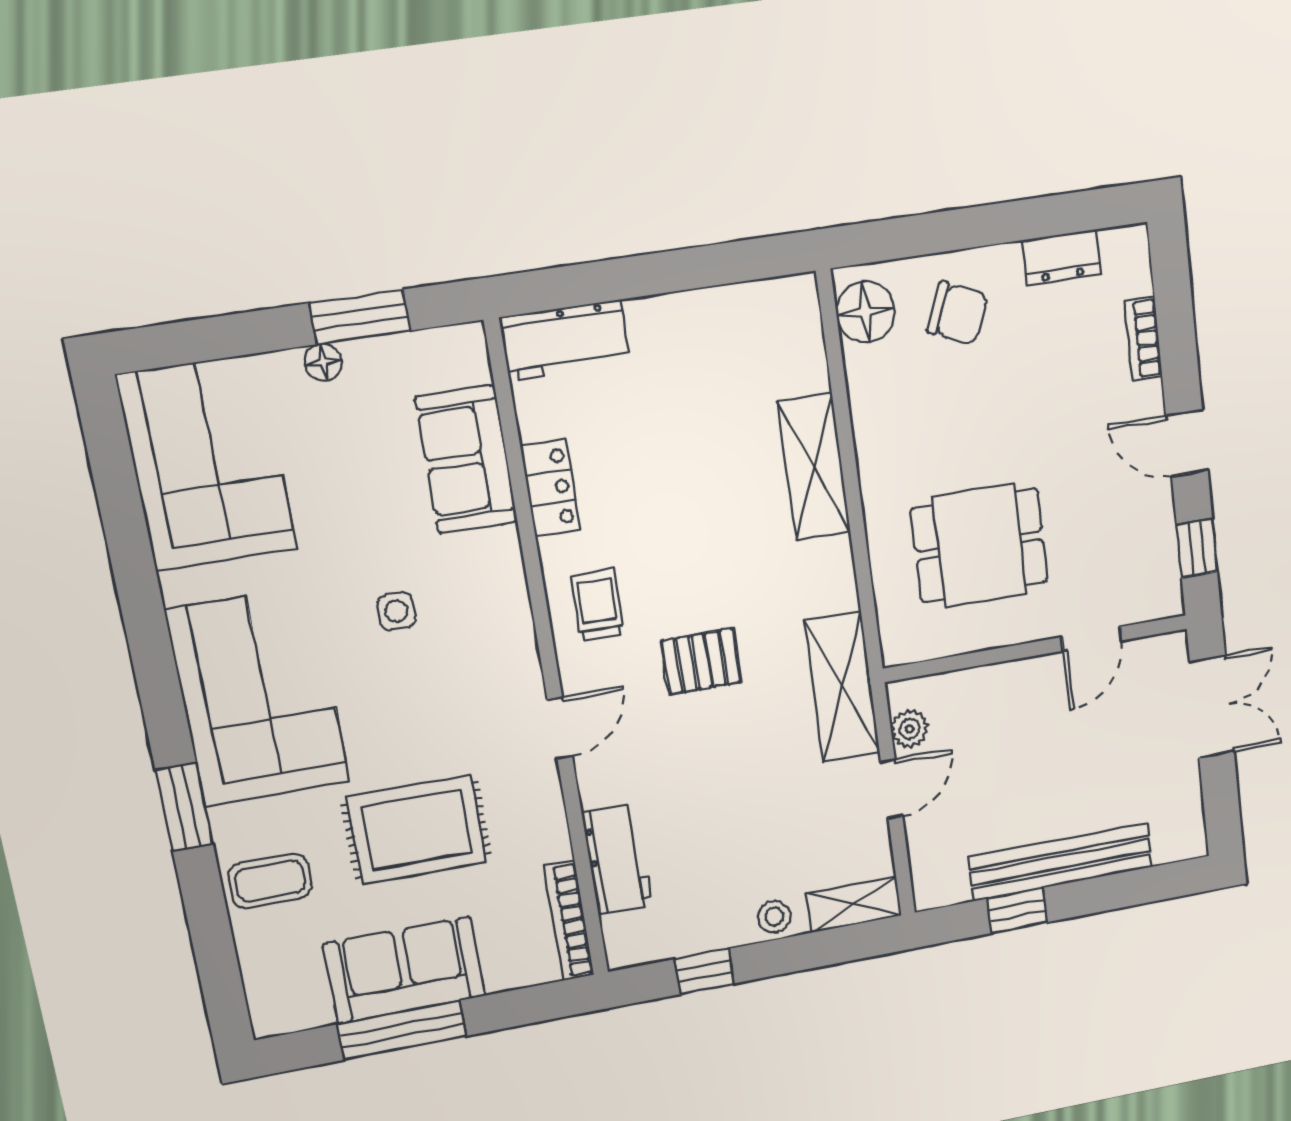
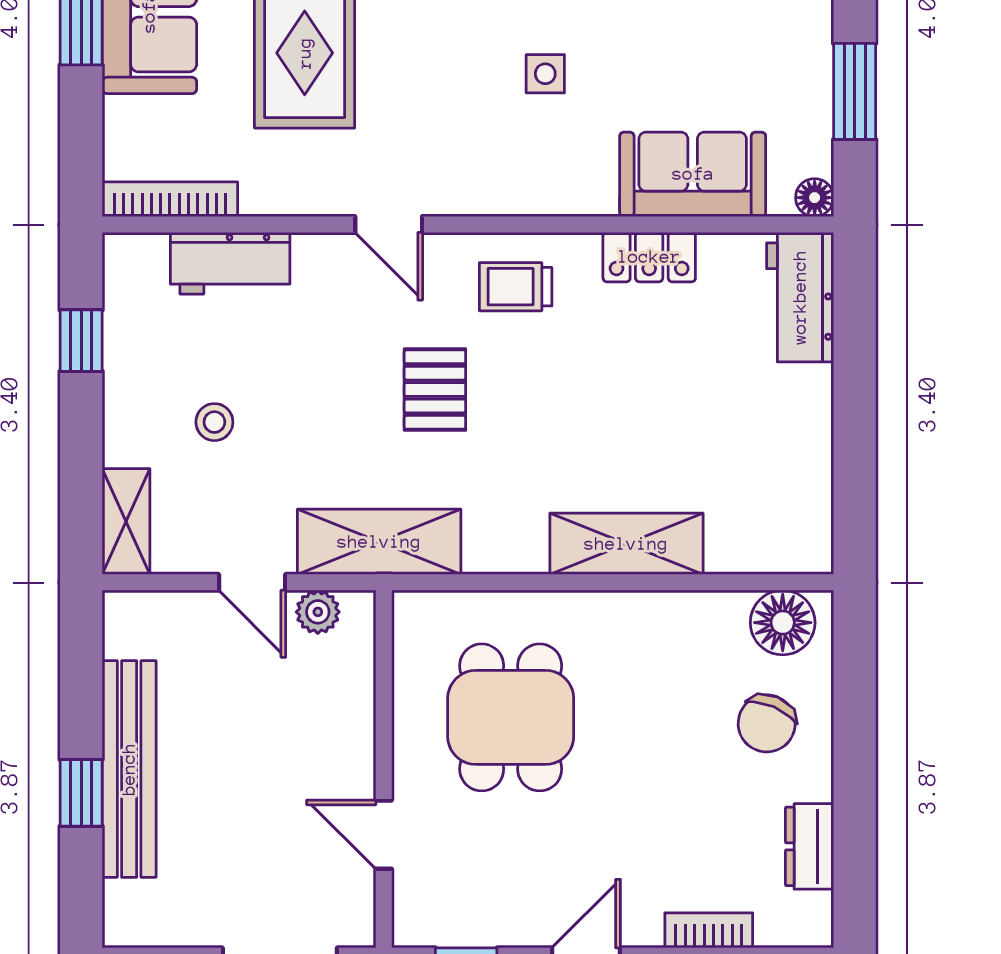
floor lamp: (323, 362) -> (815, 198), moved
trolley: (597, 605) -> (516, 287), turned 180
window: (1017, 910) -> (81, 793), moved
stool: (774, 917) -> (214, 422), moved

